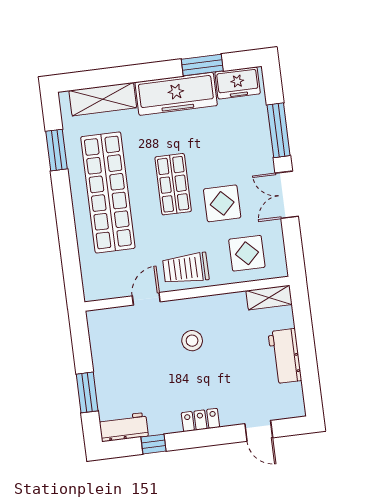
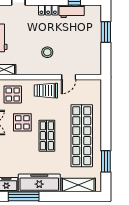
window: (202, 65) -> (24, 196), width x1.44
trolley: (186, 268) -> (46, 91), turned 180
workbench: (124, 427) -> (72, 11), moved

